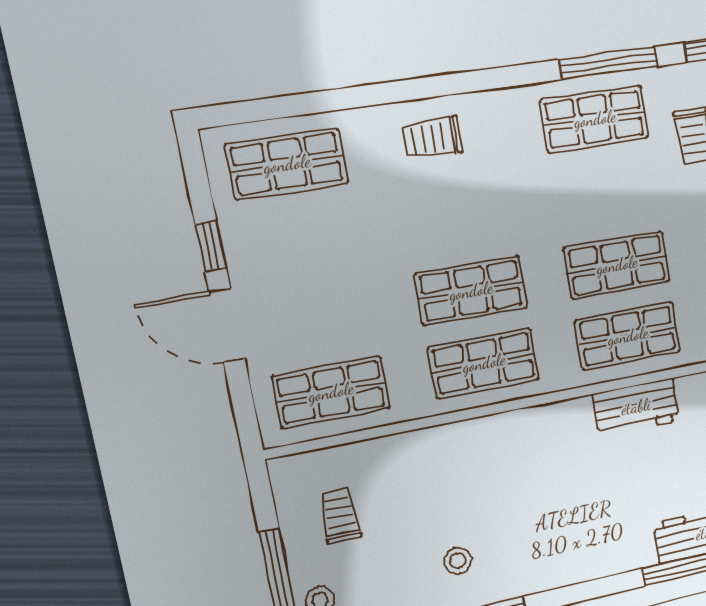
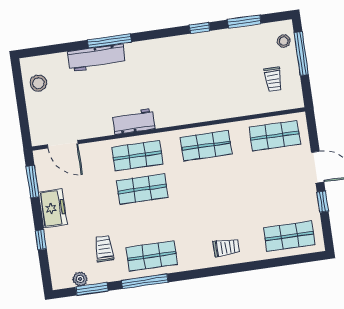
shop shelf: (471, 291) -> (211, 179), removed
stool: (458, 561) -> (221, 54), removed

